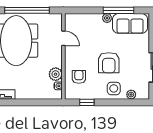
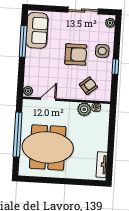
plant: (107, 18) -> (28, 91), moved
armchair: (79, 77) -> (88, 86), turned 140
plant: (131, 95) -> (110, 23), moved
window: (87, 102) -> (115, 67), moved

